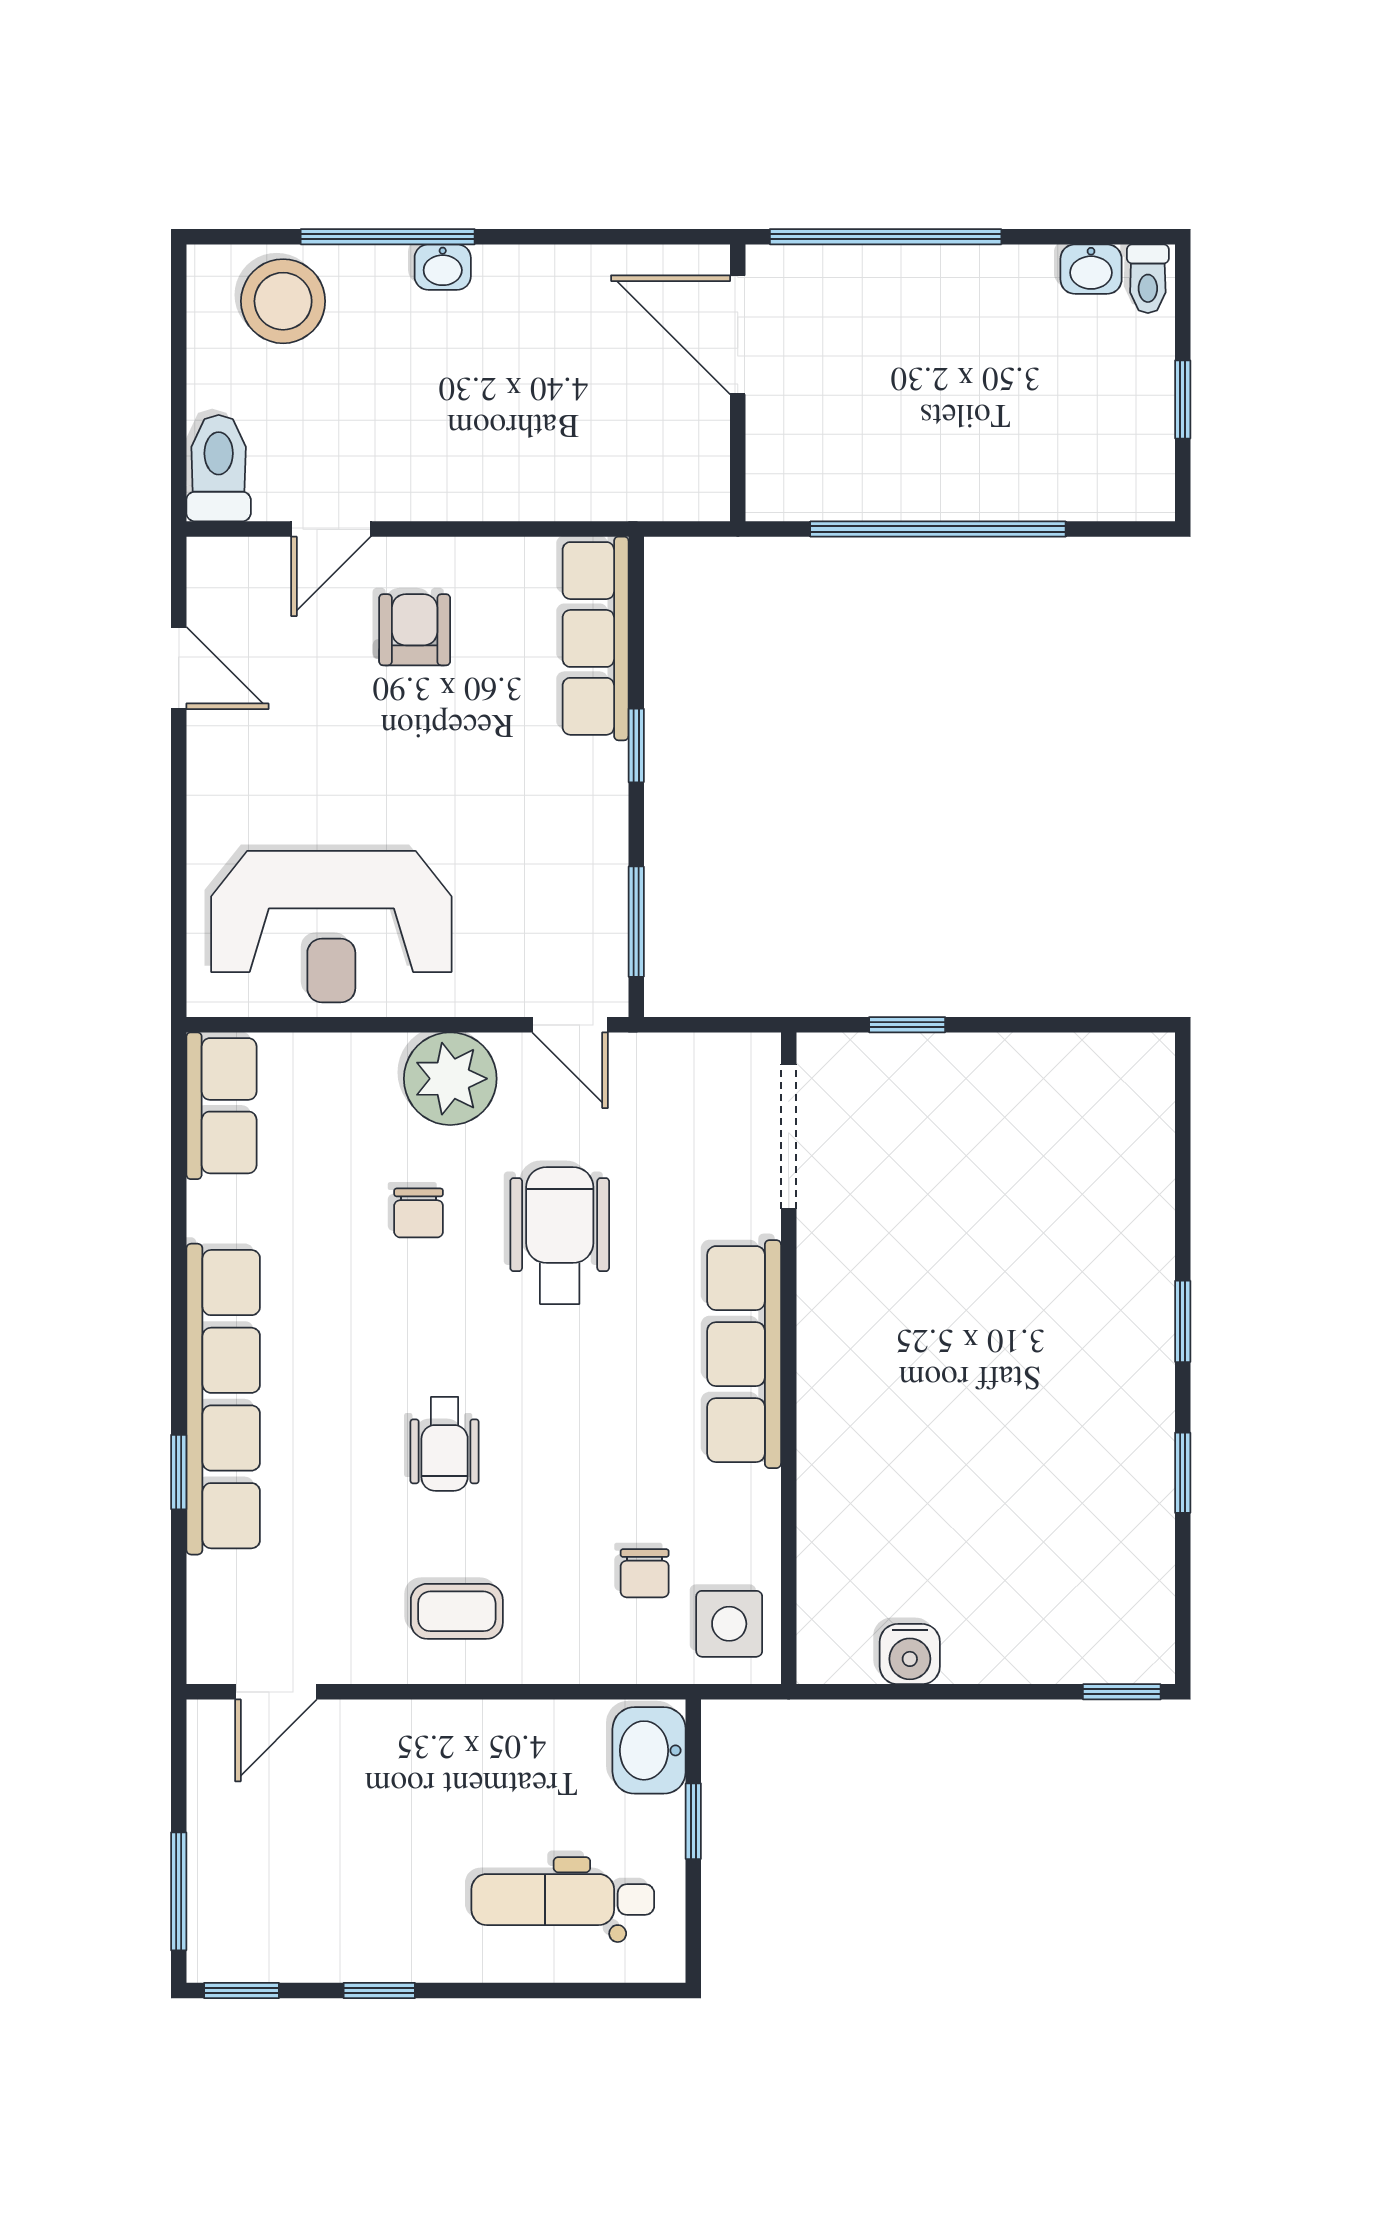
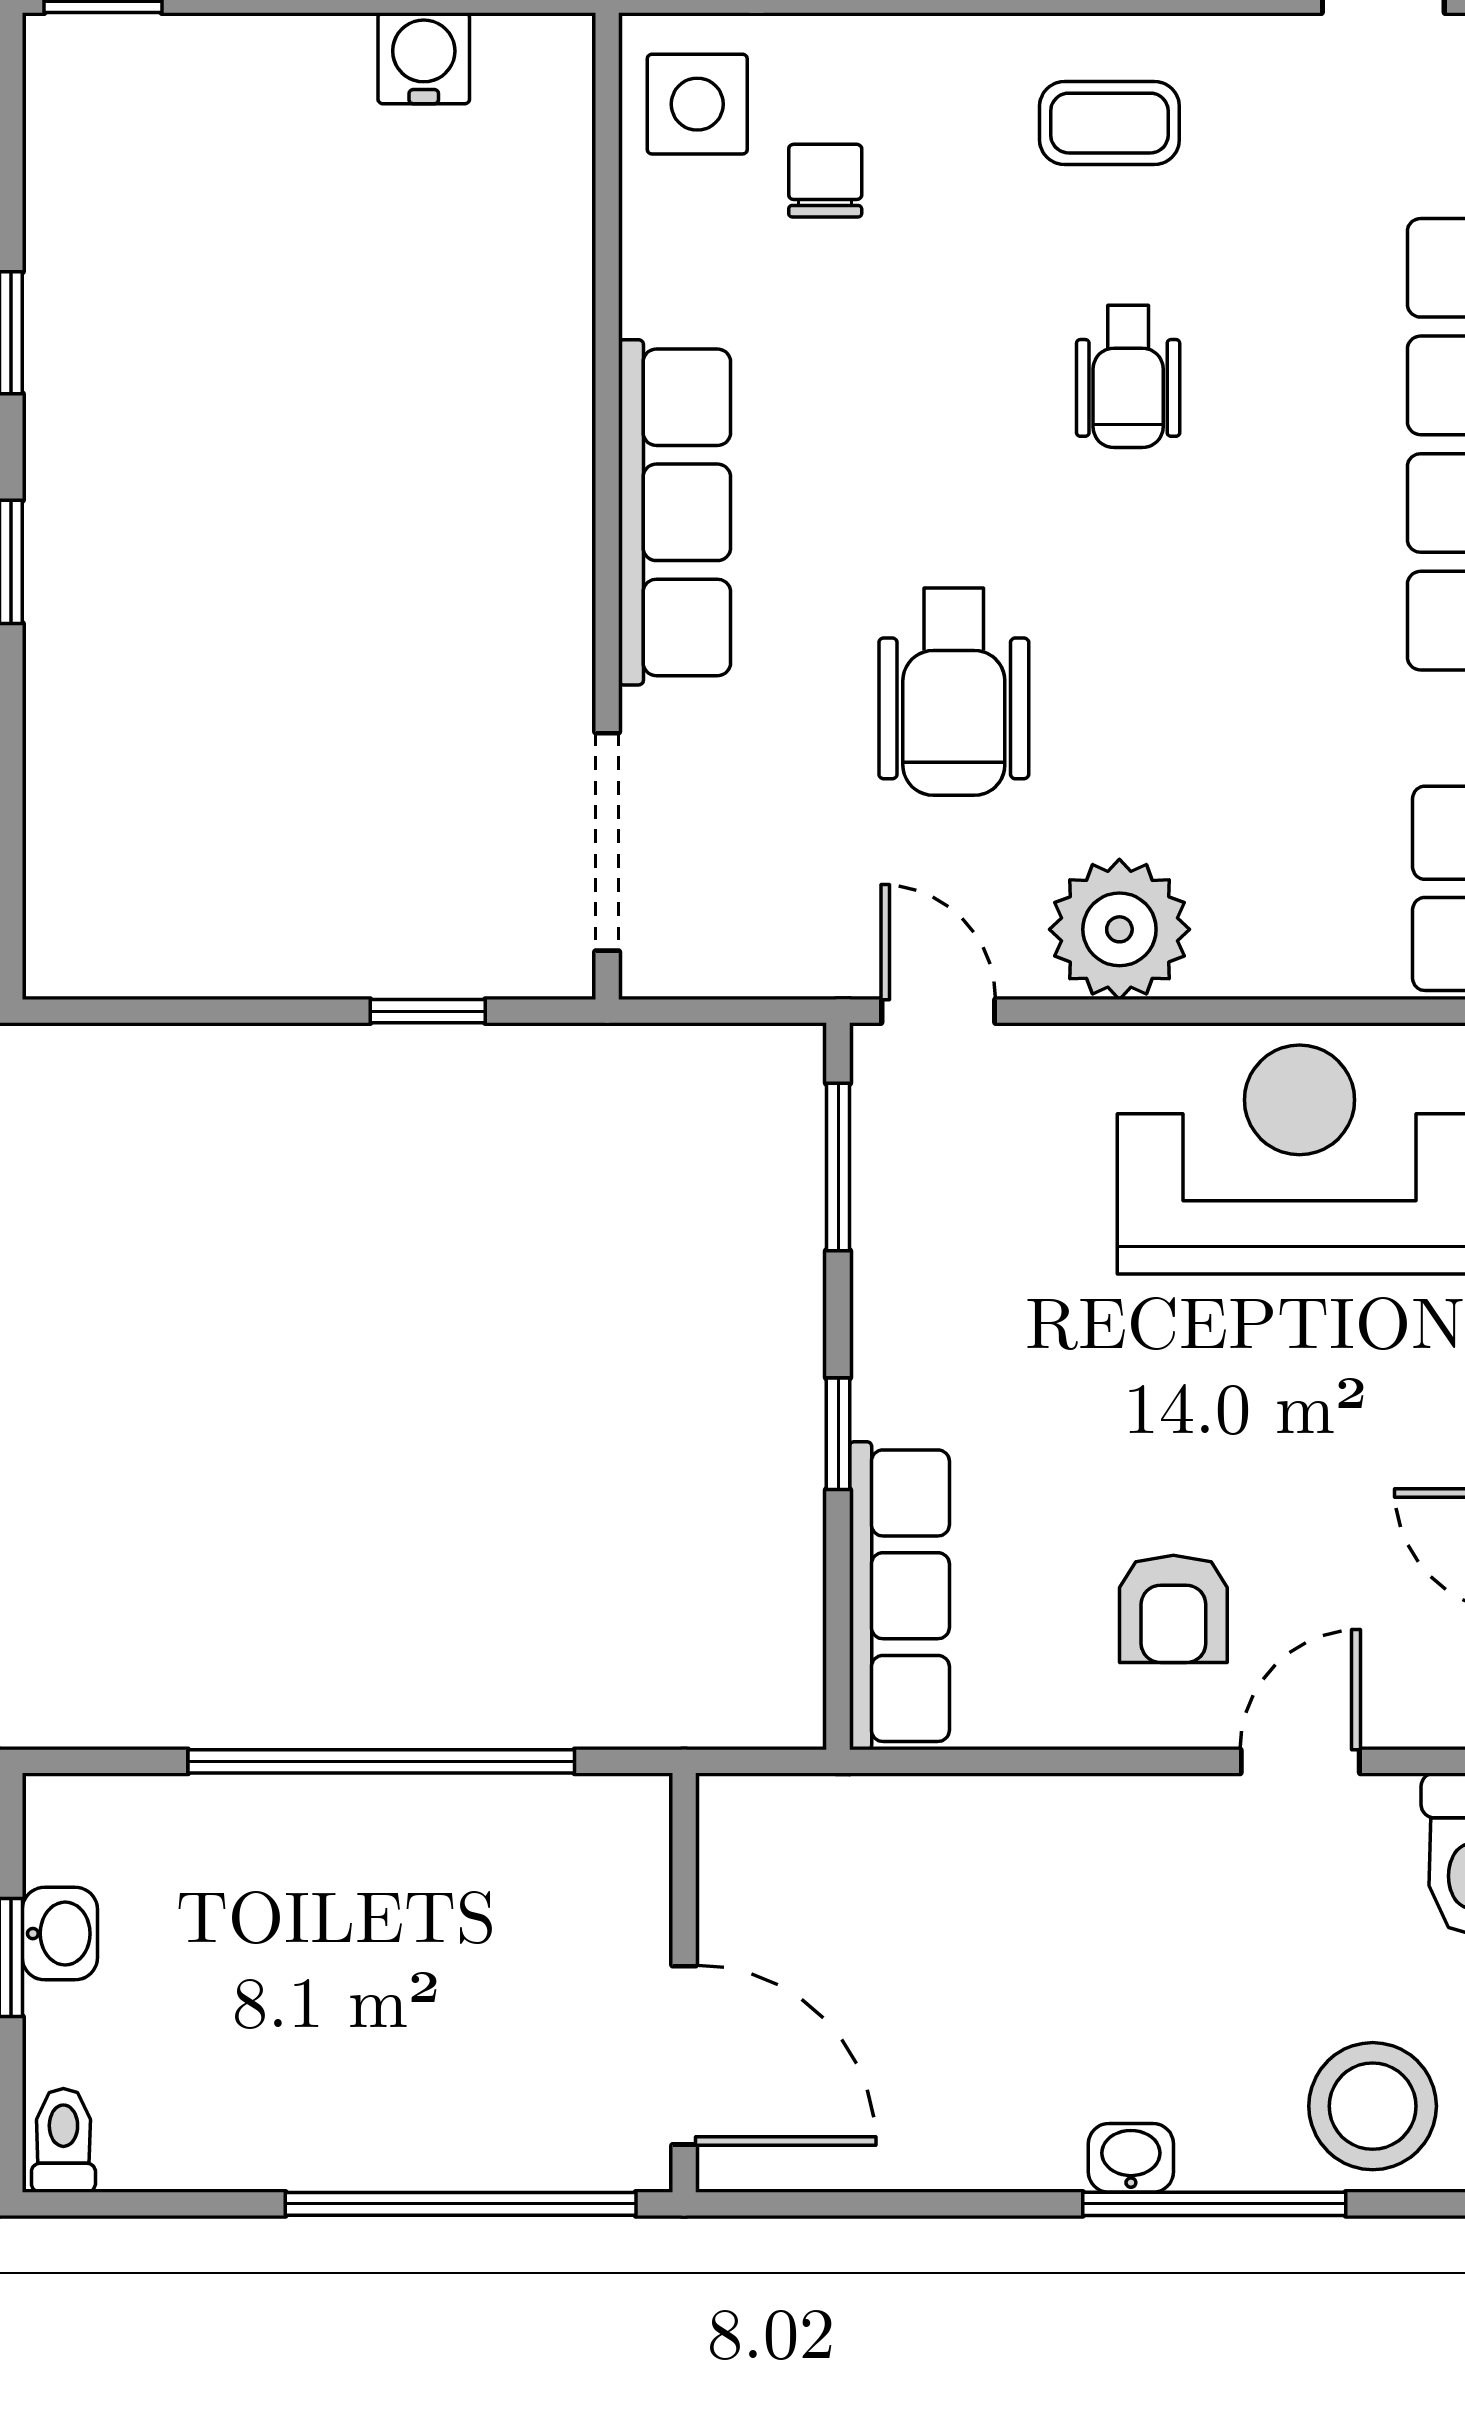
washbasin: (1091, 269) -> (60, 1934), moved, turned 90
chair: (419, 1213) -> (1167, 726), removed
wheelchair: (445, 1444) -> (1128, 377), turned 180

